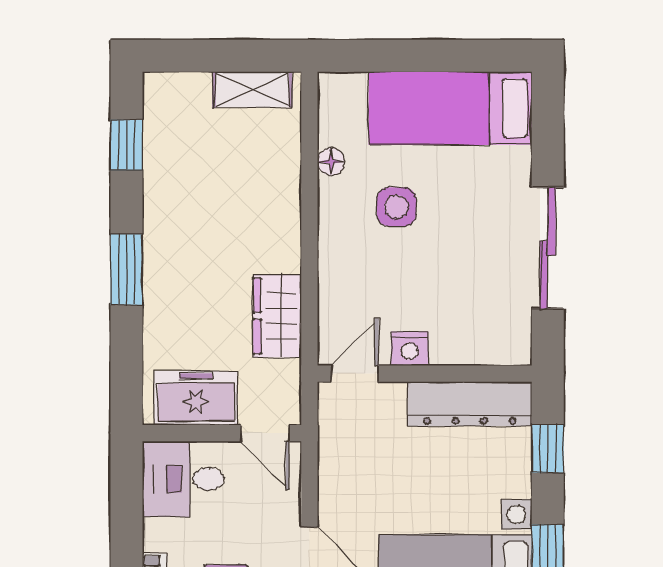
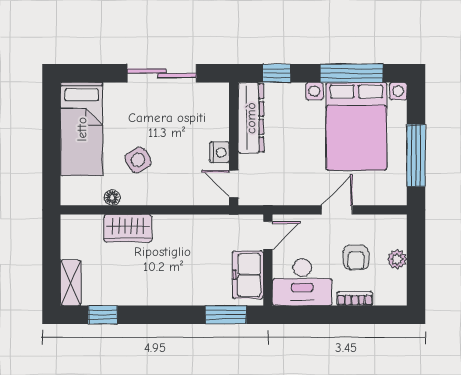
shelving: (252, 90) -> (71, 283), moved
side table: (396, 207) -> (138, 160), turned -31
window: (127, 269) -> (226, 315), moved
wardrobe: (277, 316) -> (128, 228), moved
desk: (183, 479) -> (302, 282), width x1.37

